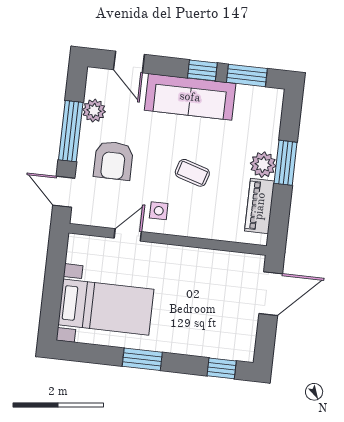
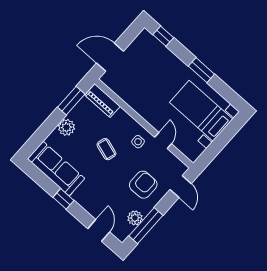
window: (247, 75) -> (42, 180), removed
sofa: (190, 97) -> (56, 169), moved
window: (71, 131) -> (146, 226), moved
window: (286, 163) -> (71, 101), moved
piano: (260, 206) -> (103, 101), moved, turned 90
door: (128, 235) -> (163, 141), swing flipped

